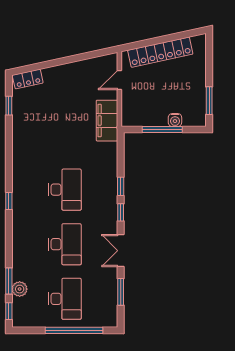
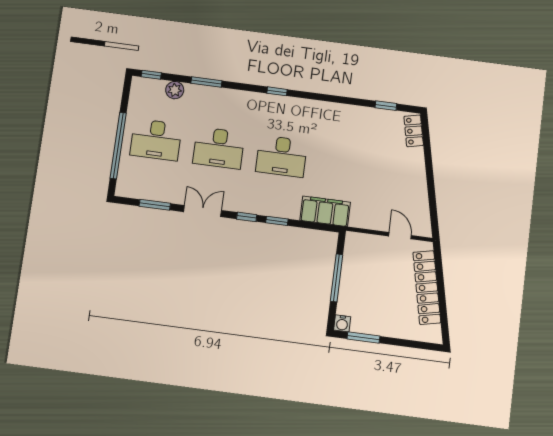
water cooler: (175, 120) -> (342, 323), moved, turned -90
filing cabinet: (107, 121) -> (325, 211), moved
window: (9, 281) -> (206, 82), moved

